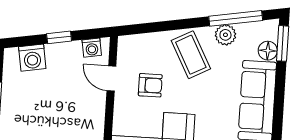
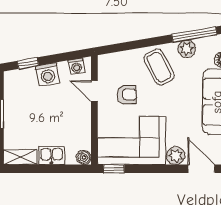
window: (59, 37) -> (28, 63), moved
washing machine: (32, 58) -> (48, 74), moved

